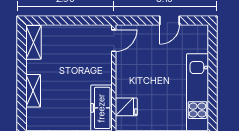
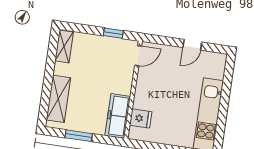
window: (84, 20) -> (113, 33), added
shelving: (33, 91) -> (58, 99), width x1.50, depth x1.33

